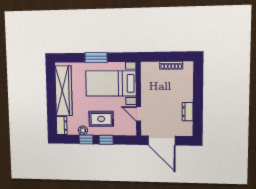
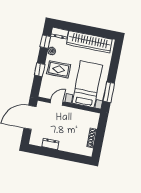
window: (96, 57) -> (109, 92), moved
rug: (101, 119) -> (59, 69), turned 90
window: (86, 139) -> (45, 42), moved

